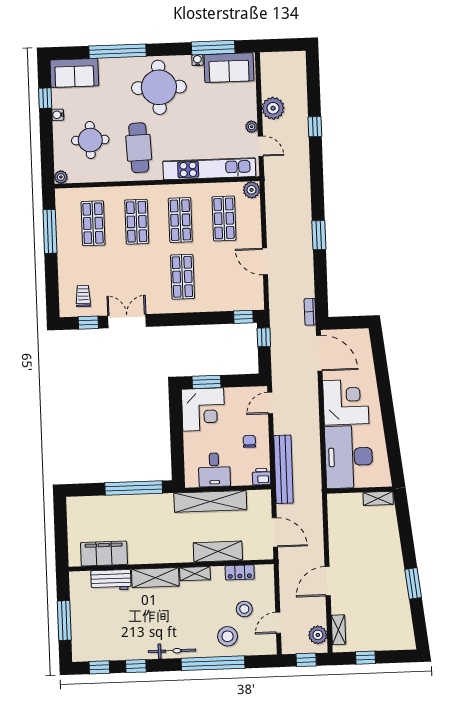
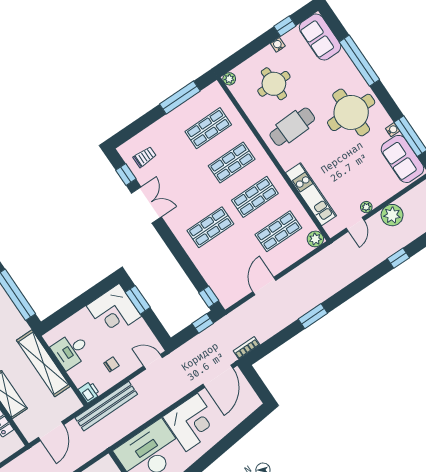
kitchen unit: (209, 169) -> (311, 194), width x0.73

